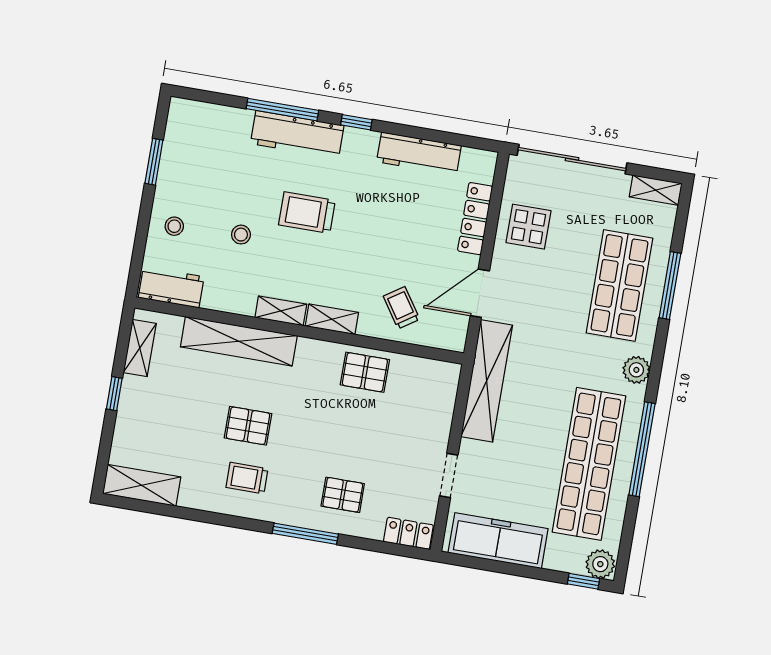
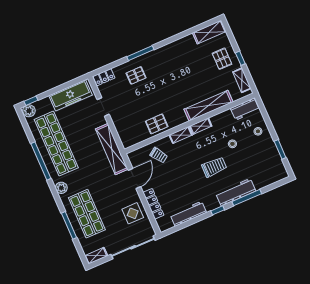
pallet: (248, 426) -> (222, 59), moved, turned 90
trolley: (247, 478) -> (174, 59), removed

